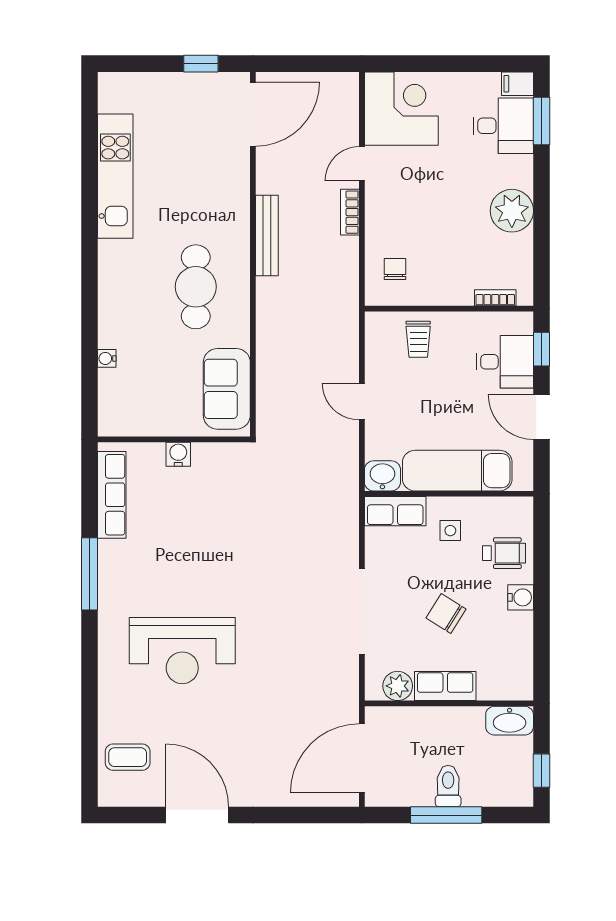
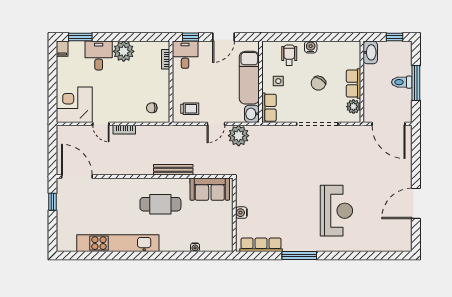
desk: (503, 126) -> (99, 55), moved
kitchen unit: (115, 176) -> (118, 243), width x1.36
bench: (267, 236) -> (173, 170), moved
trolley: (418, 339) -> (190, 109), moved
desk: (505, 362) -> (185, 55), moved
plant: (338, 448) -> (239, 136), added
coffee table: (128, 757) -> (388, 237), removed

